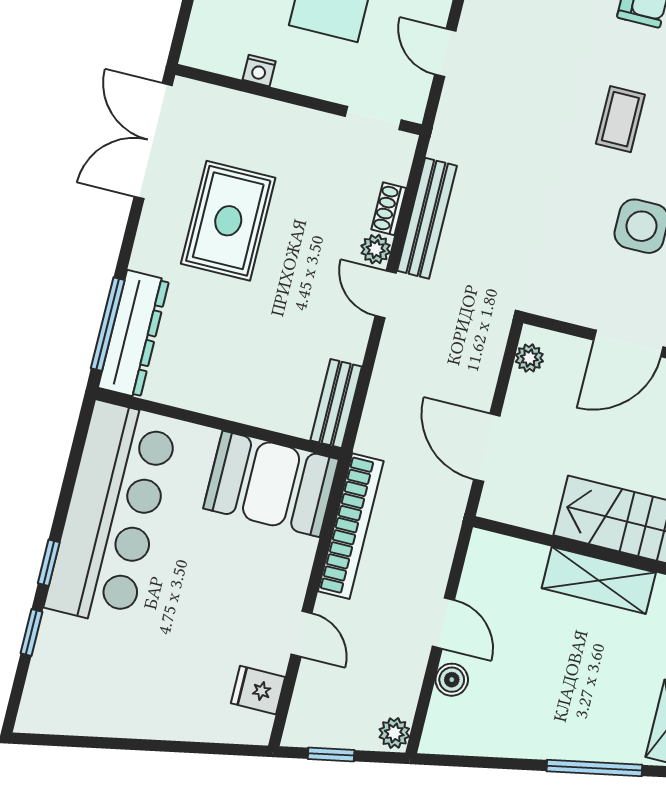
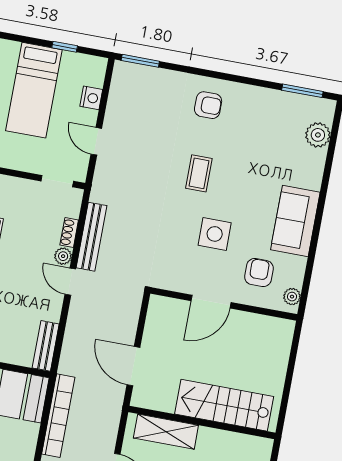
plant: (529, 358) -> (155, 313), removed
shelving: (599, 580) -> (166, 432), moved

